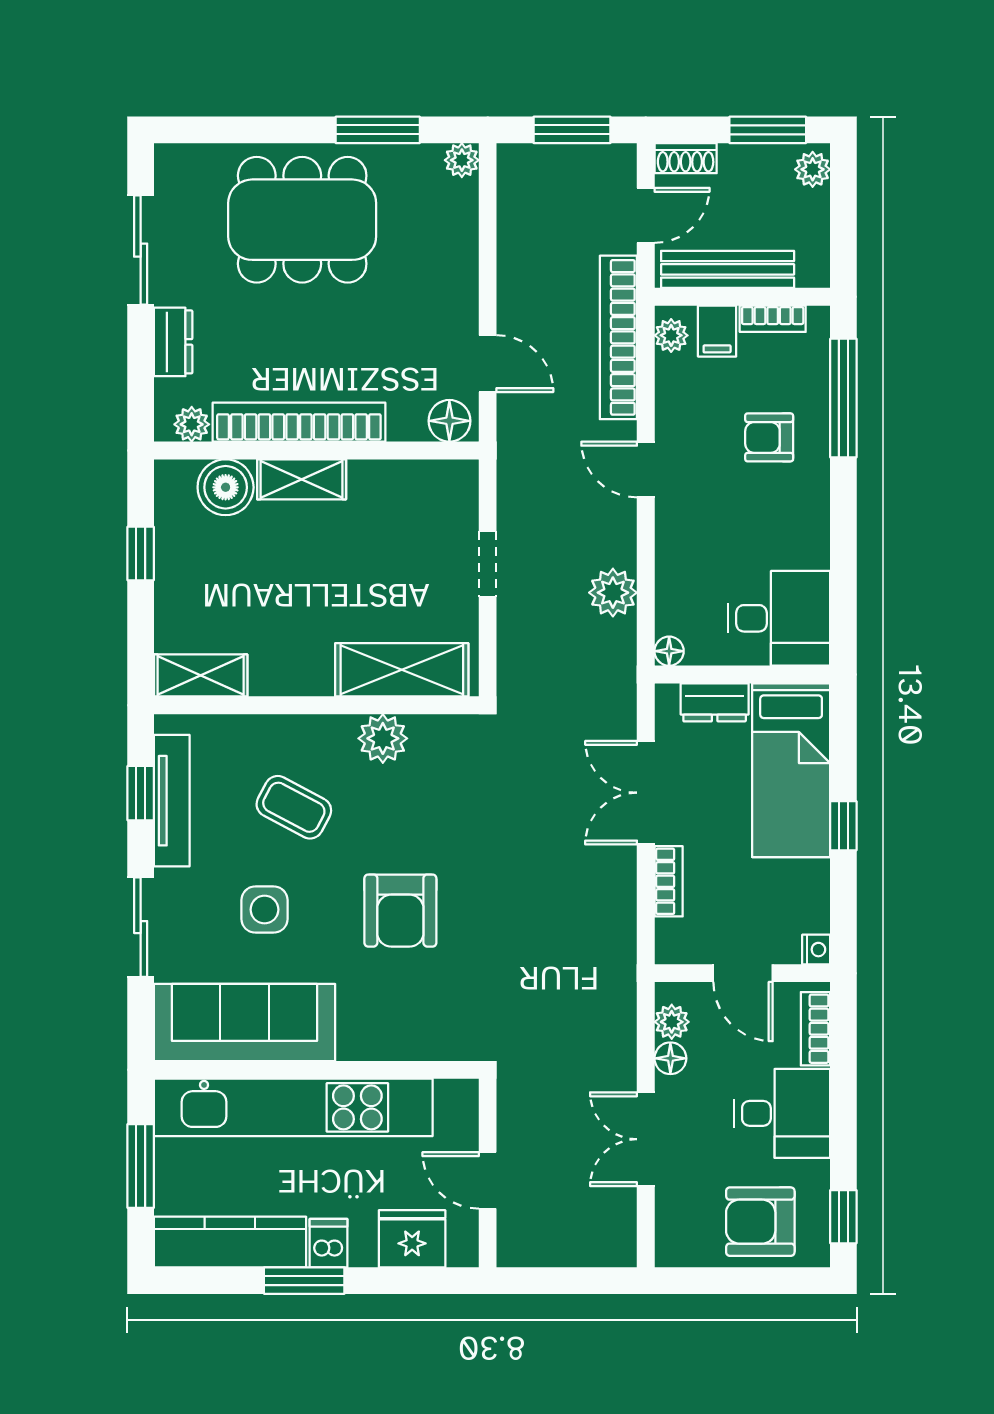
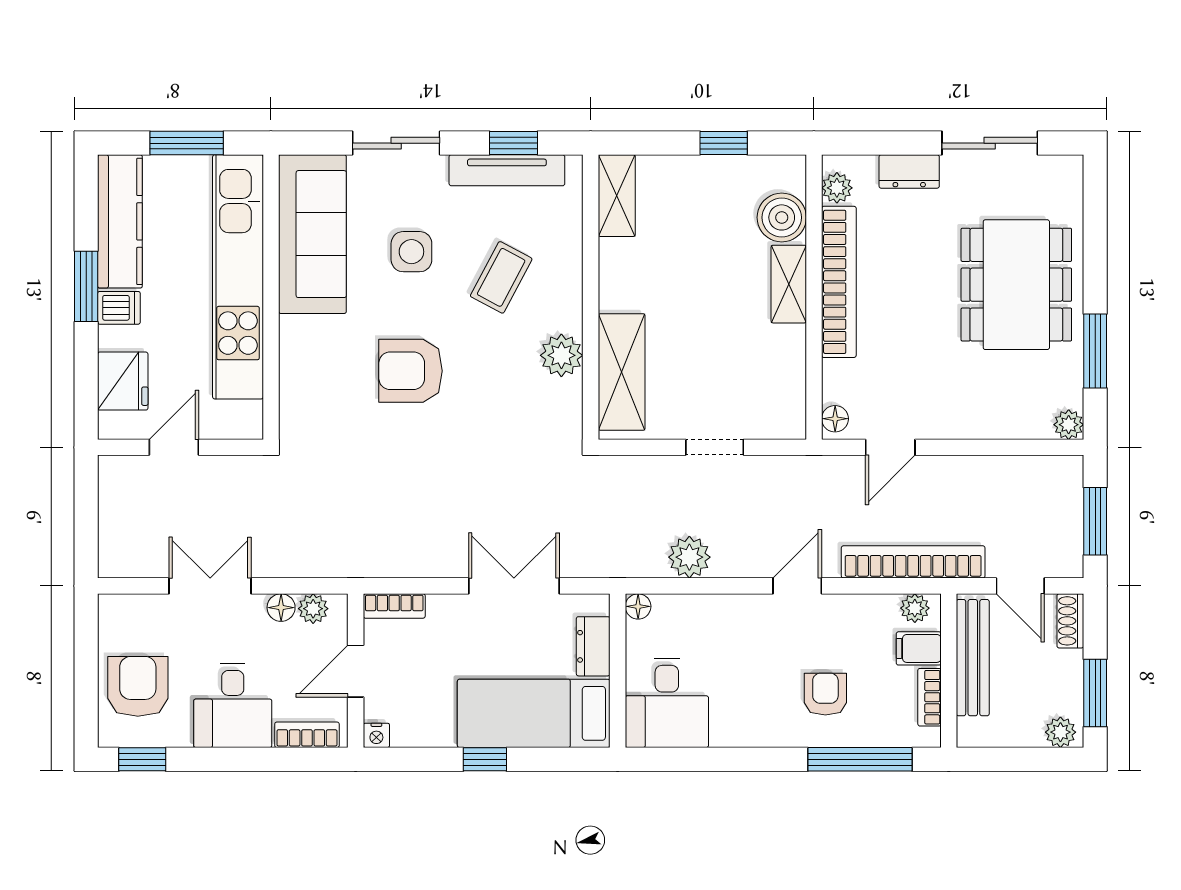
floor lamp: (449, 421) -> (835, 419), width x0.73, depth x0.73
bookcase: (669, 881) -> (394, 606), moved

